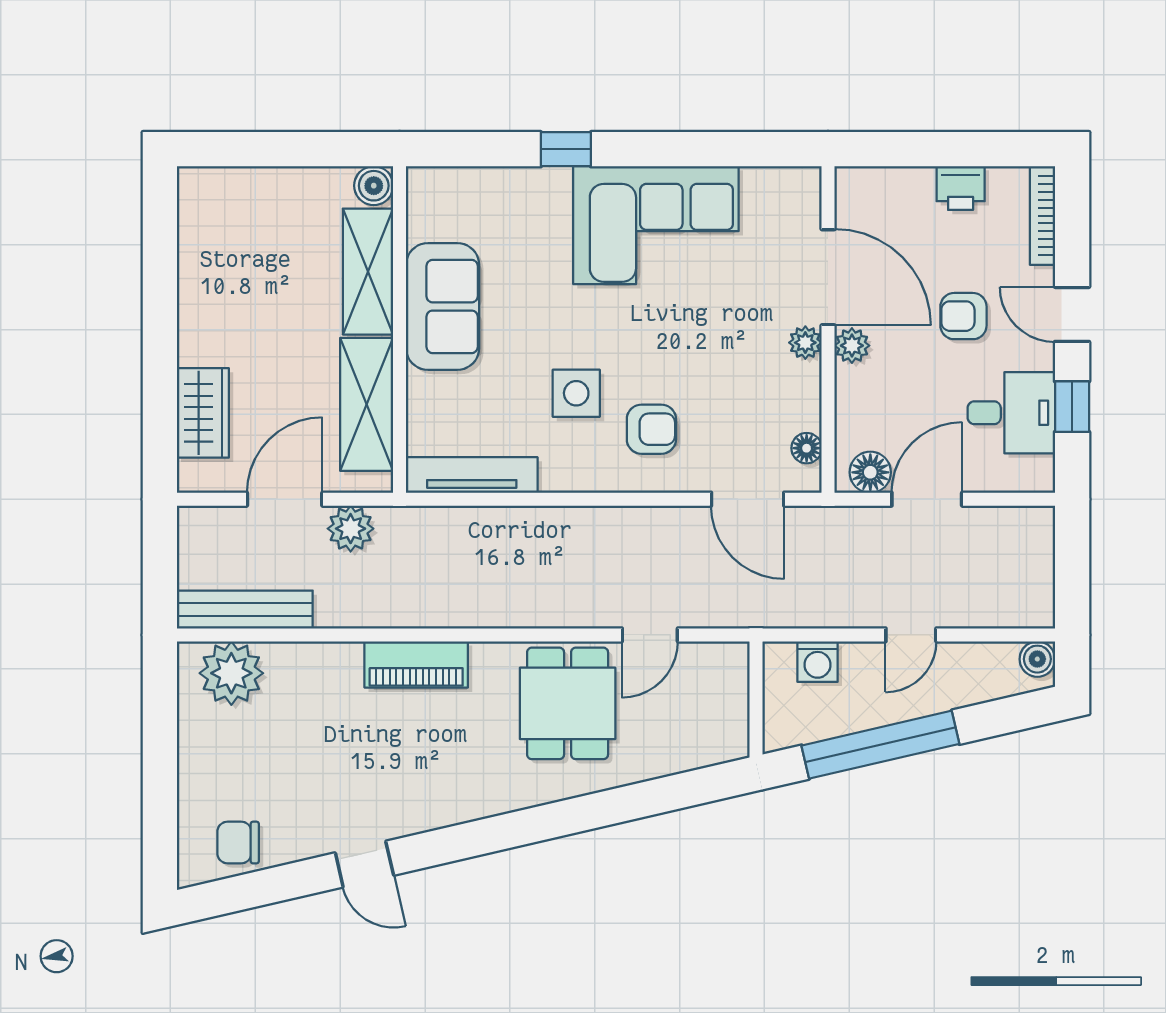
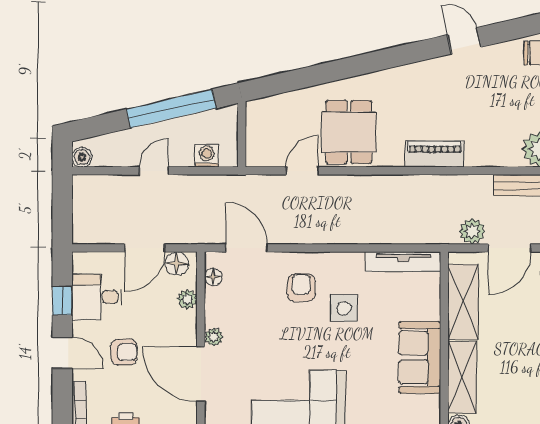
plant: (852, 346) -> (187, 299), moved
armchair: (651, 429) -> (301, 288), turned 90

